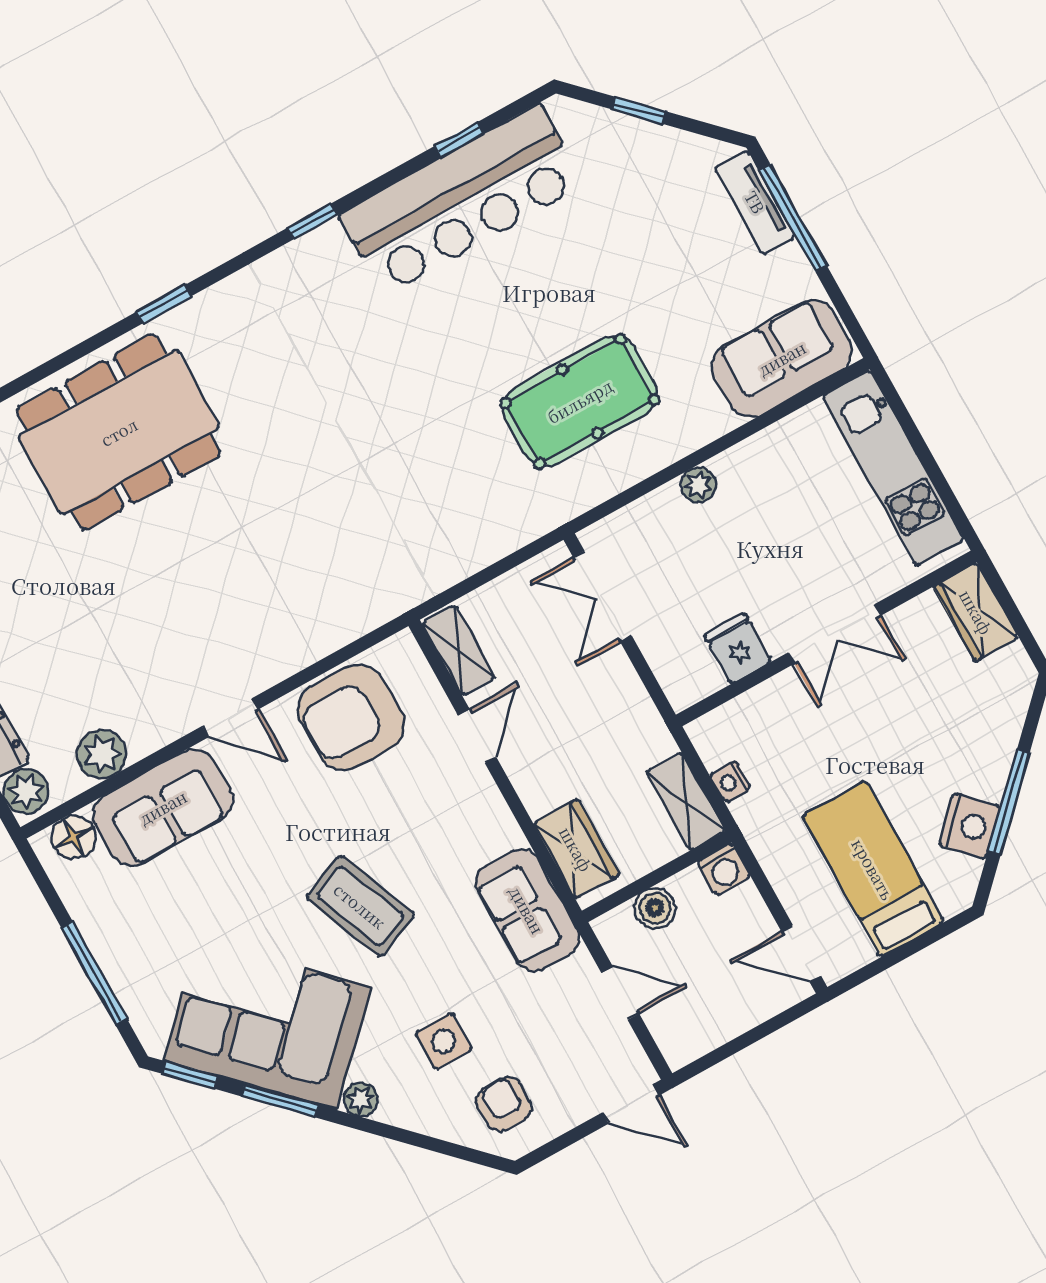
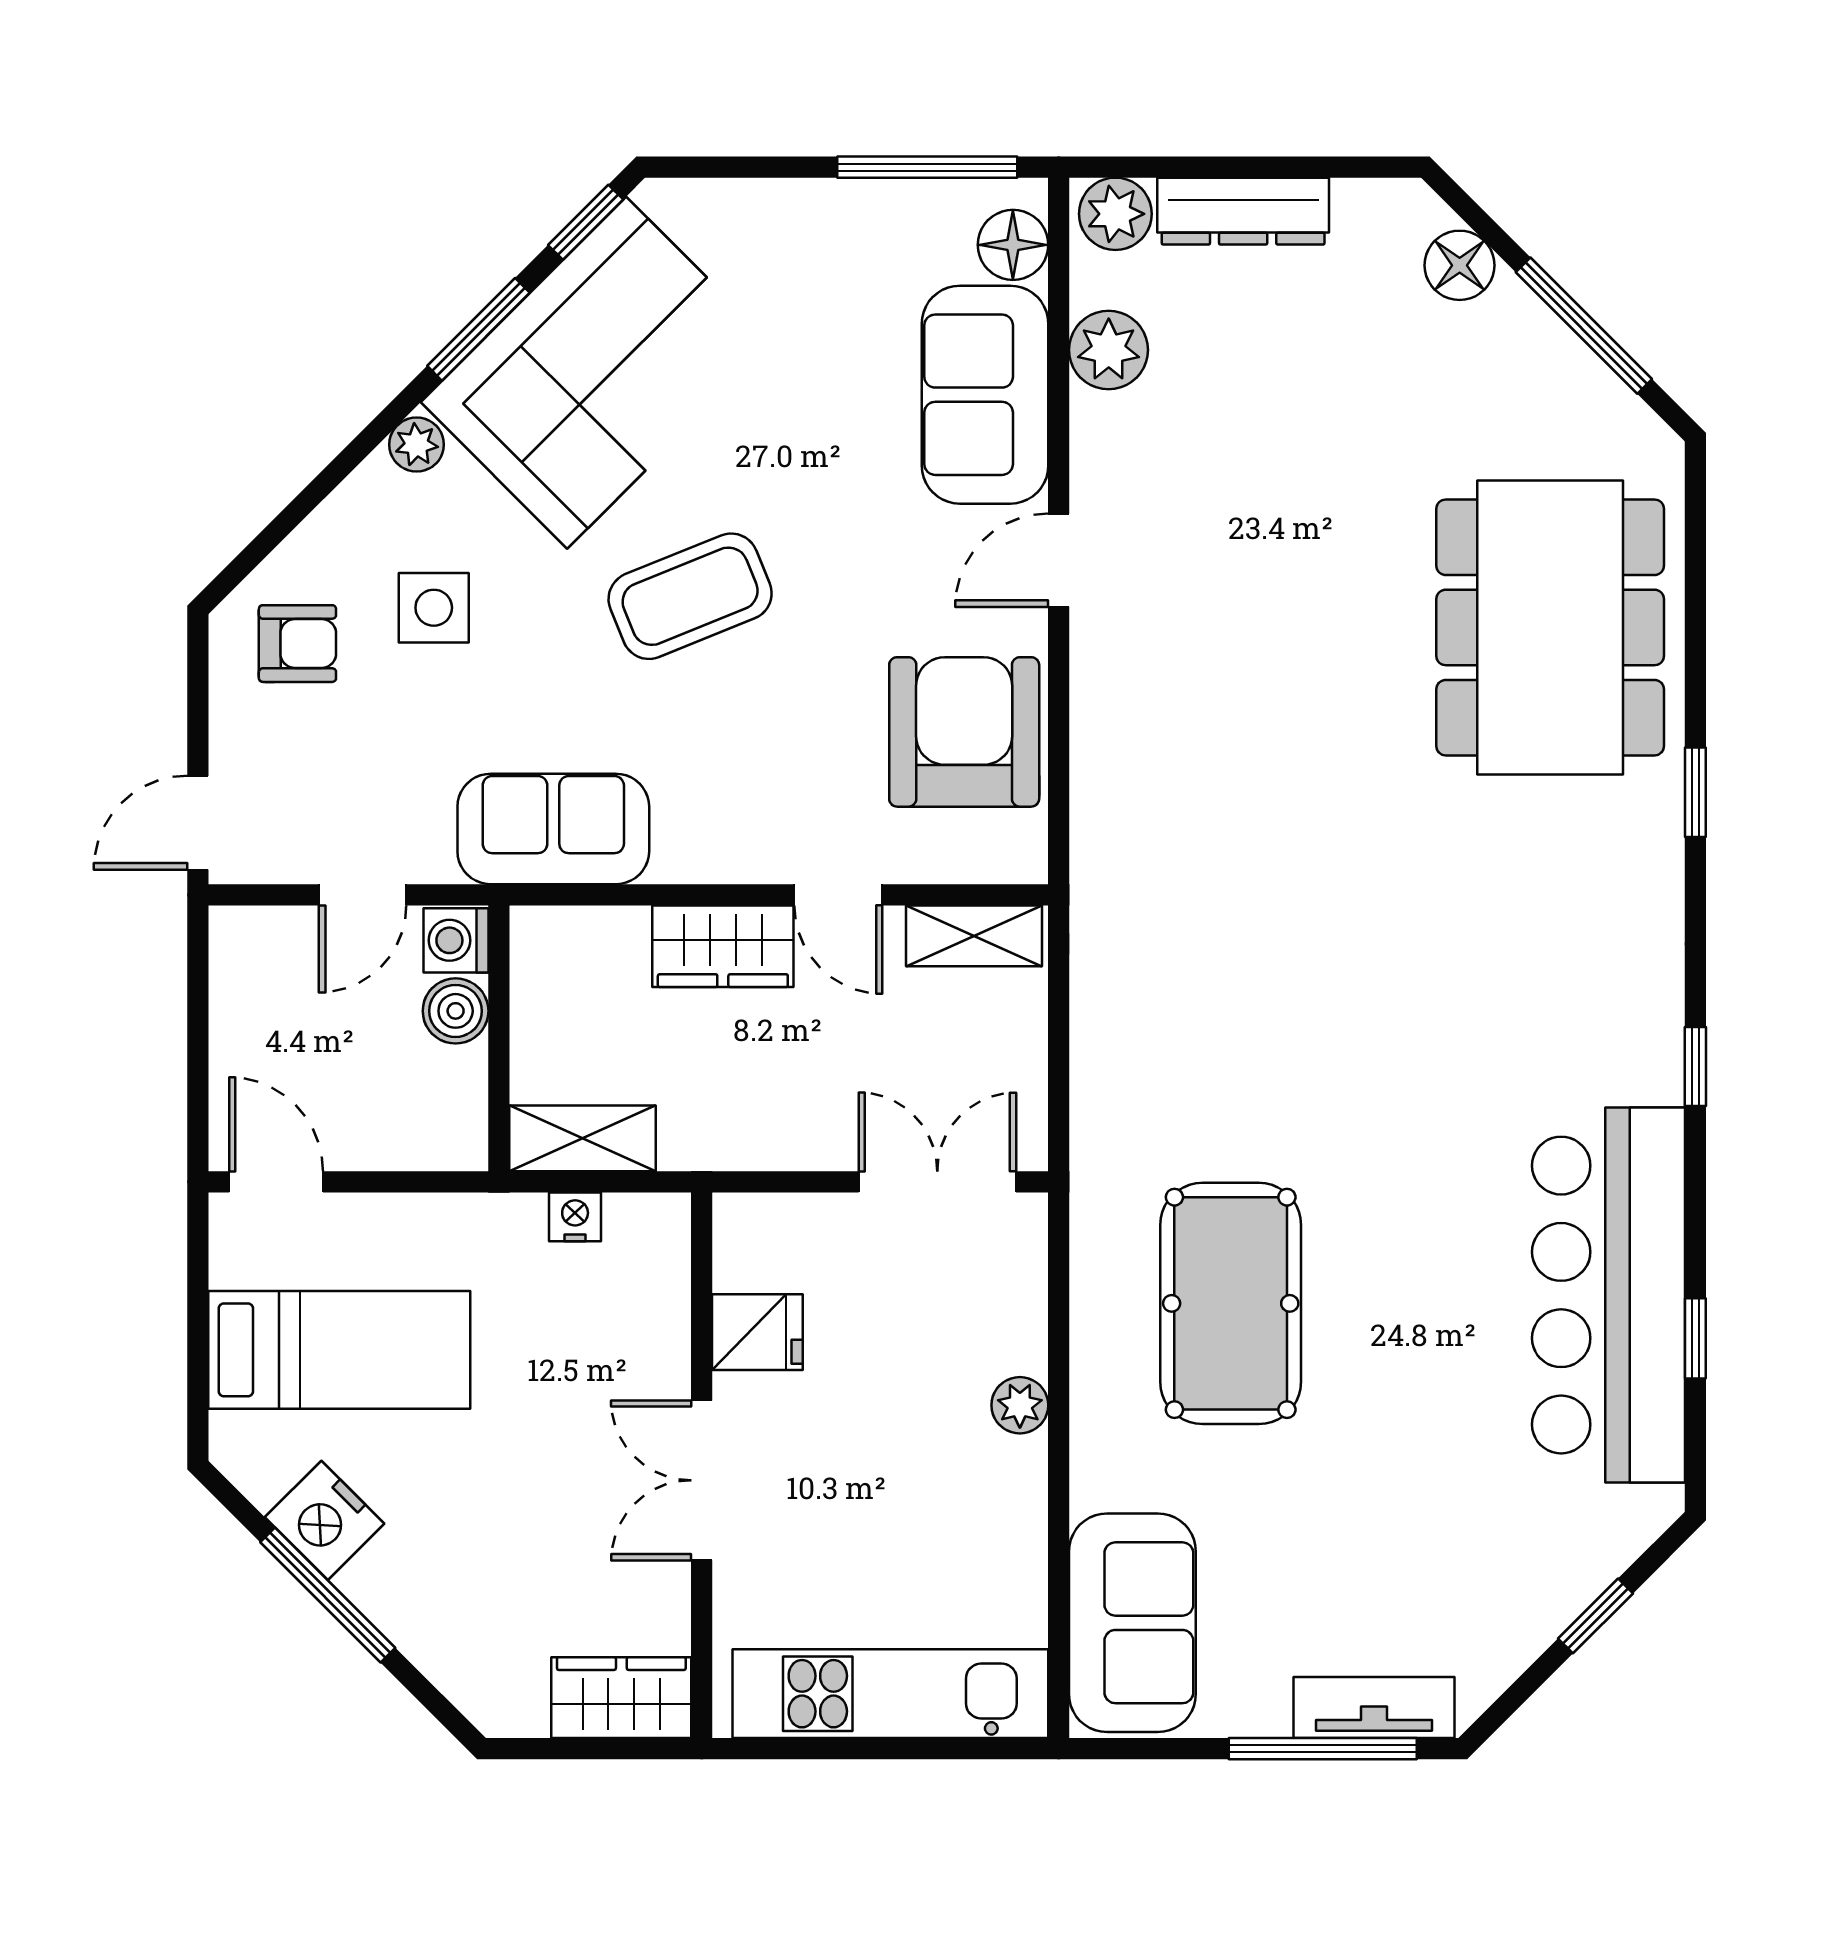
wardrobe: (576, 849) -> (723, 946), moved
washing machine: (724, 869) -> (456, 940), moved
door: (801, 954) -> (276, 1182), hinge flipped
window: (94, 973) -> (927, 167), moved

